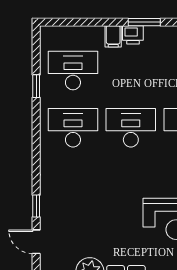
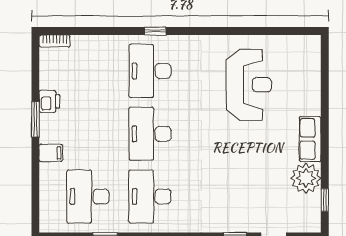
printer: (133, 35) -> (49, 101), moved

